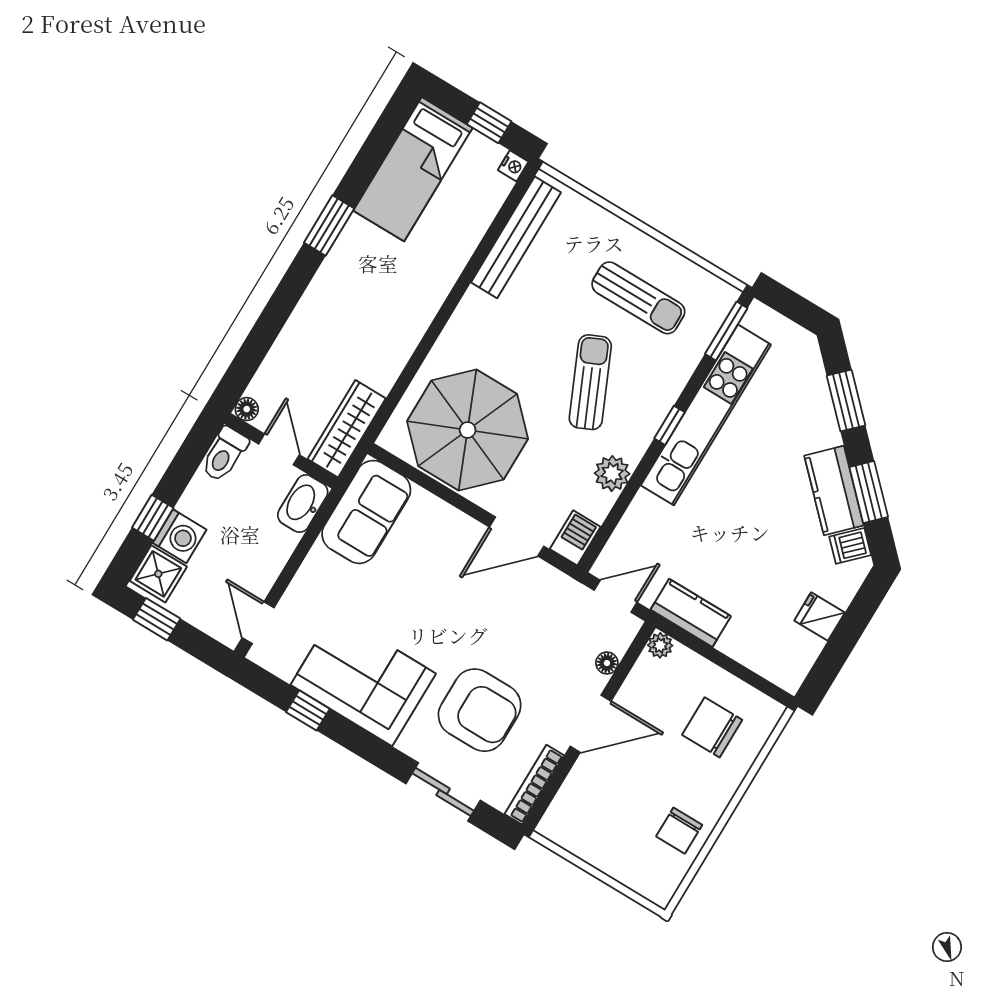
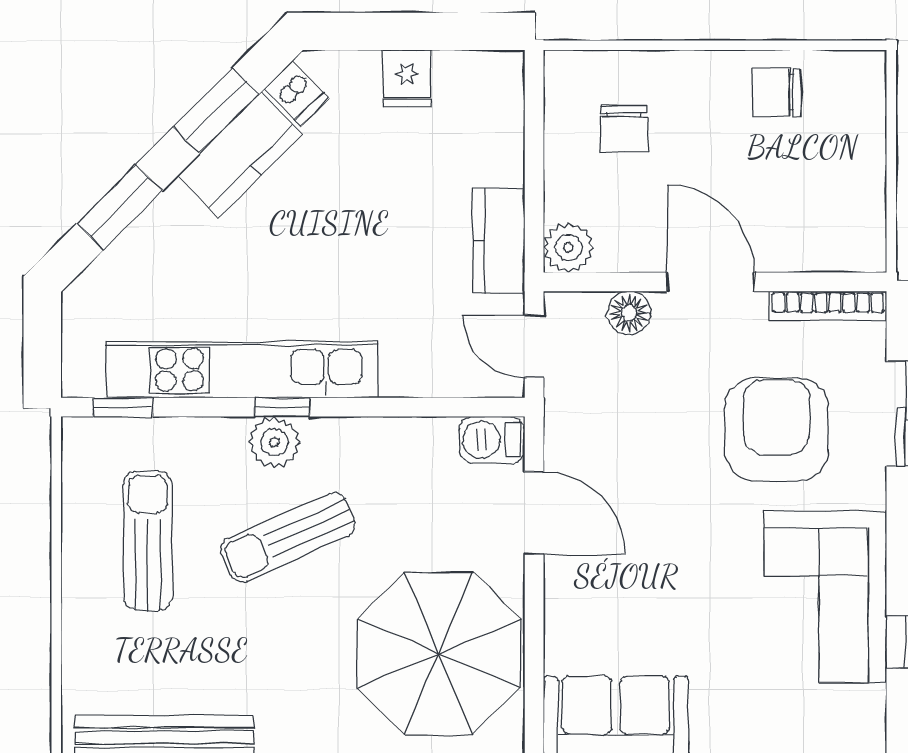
window: (726, 331) -> (123, 407), width x0.67
plant: (612, 473) -> (274, 442), moved
plant: (660, 645) -> (568, 248), width x1.38, depth x1.38
floor lamp: (607, 663) -> (629, 313), width x1.37, depth x1.37
chair: (712, 727) -> (624, 129), width x0.73, depth x0.73
chair: (679, 831) -> (777, 92), turned 180

